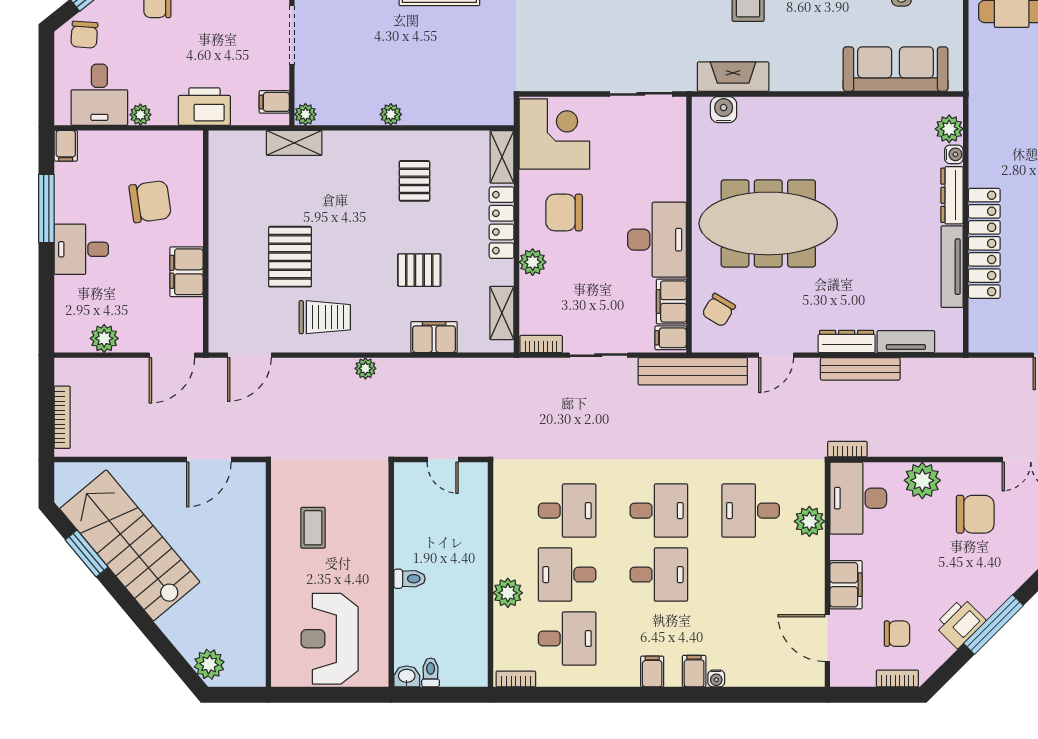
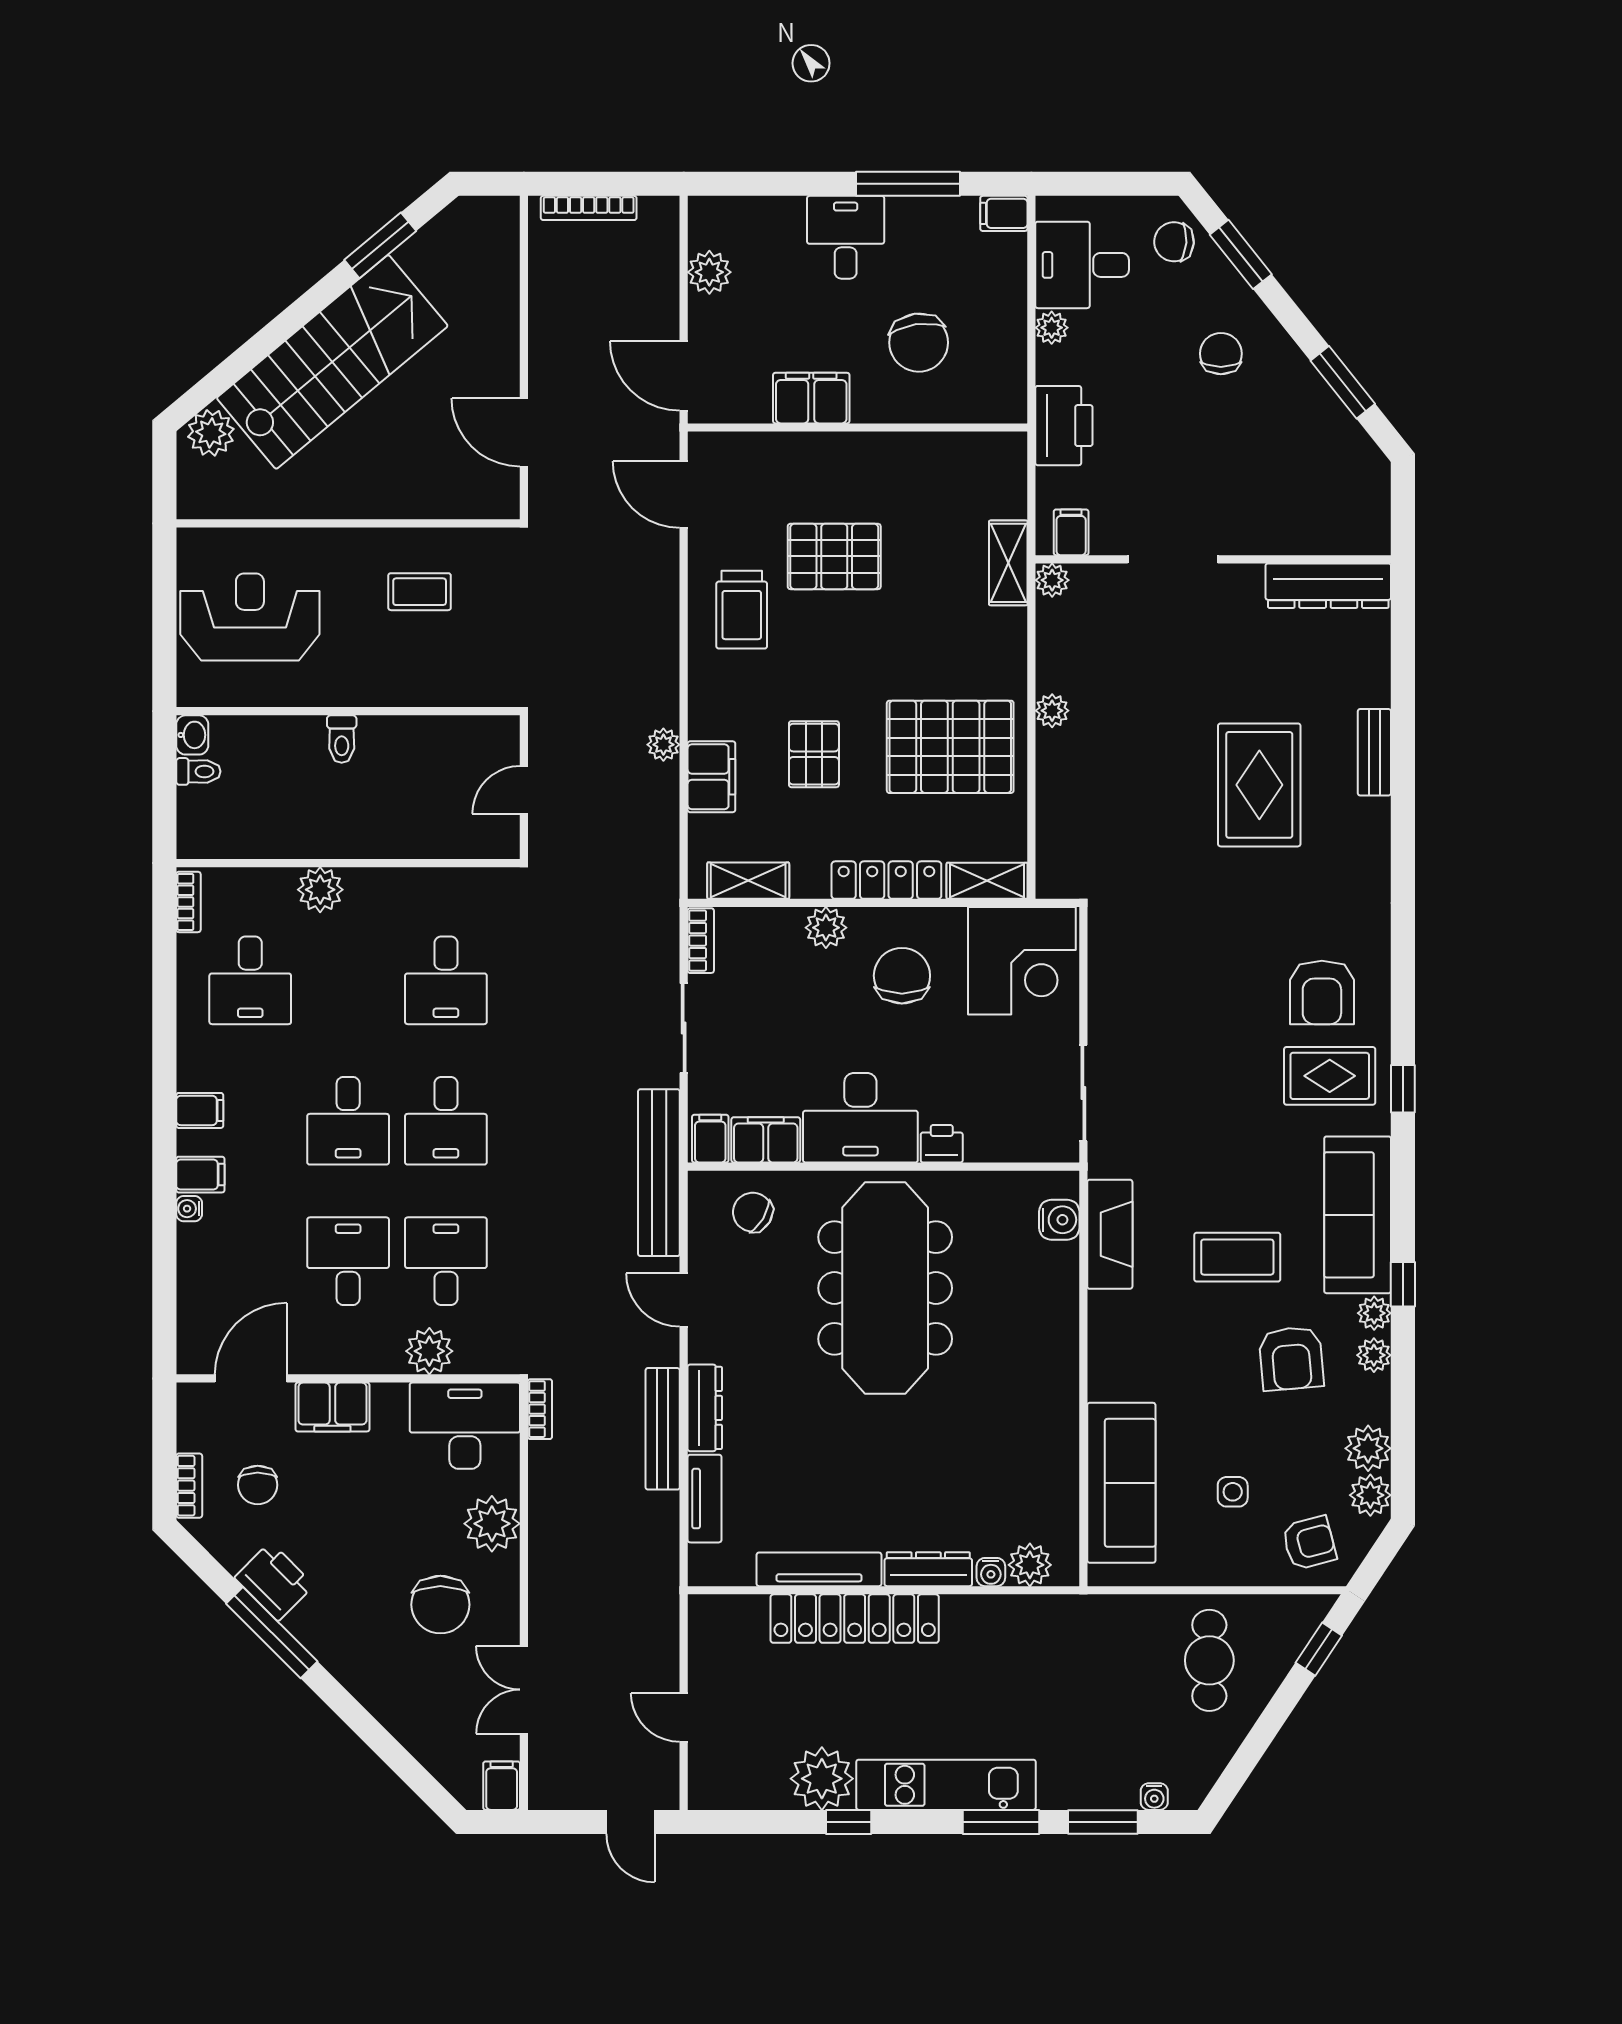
pallet: (414, 181) -> (950, 747), width x2.05, depth x2.00
printer: (674, 186) -> (942, 1144), added
plant: (365, 368) -> (663, 745), moved
stairs: (130, 545) -> (332, 362), moved
desk: (567, 575) -> (348, 1261), moved

